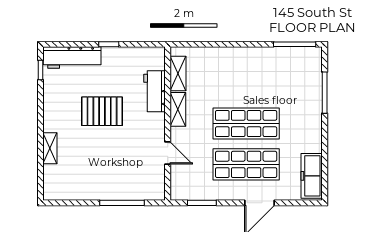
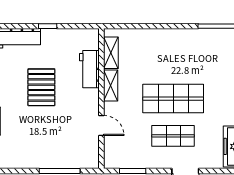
pallet: (102, 111) -> (41, 87), turned 90
shop shelf: (246, 164) -> (173, 136), width x0.70, depth x0.74

